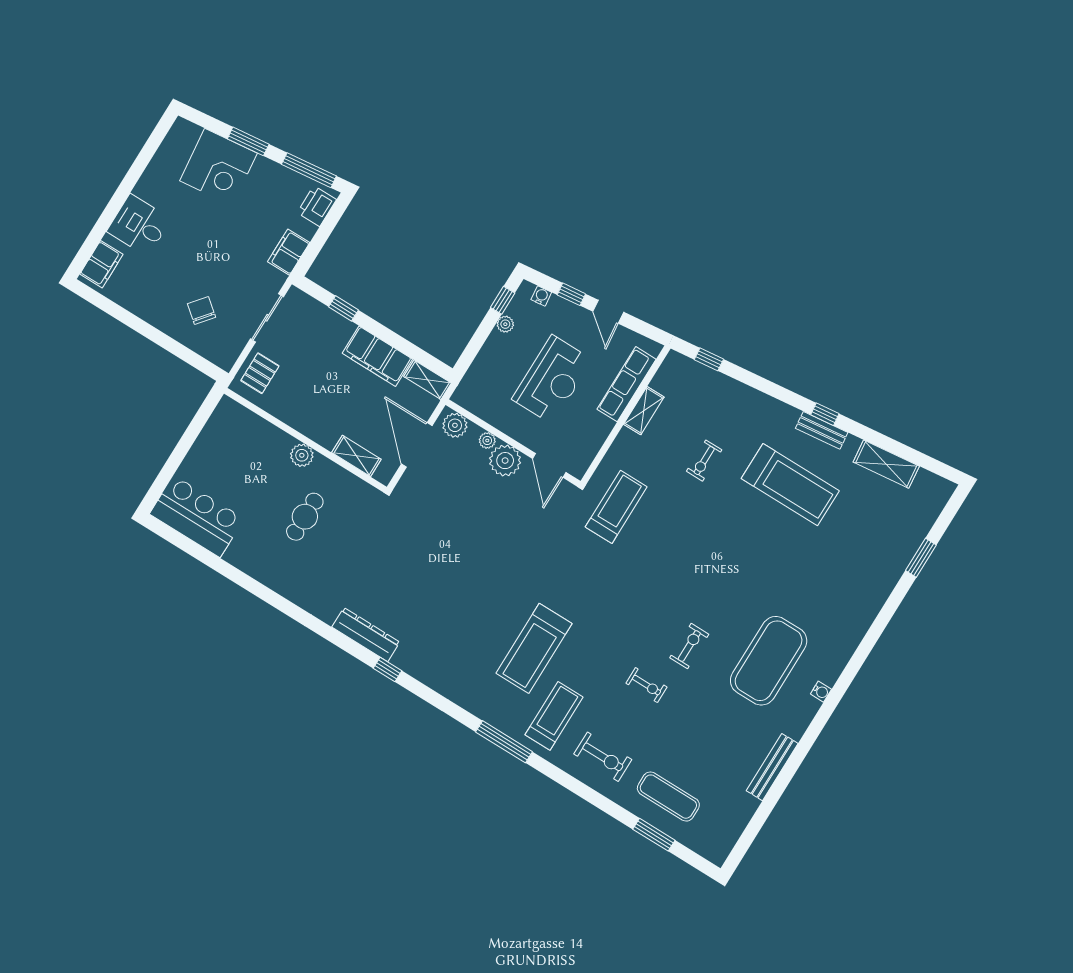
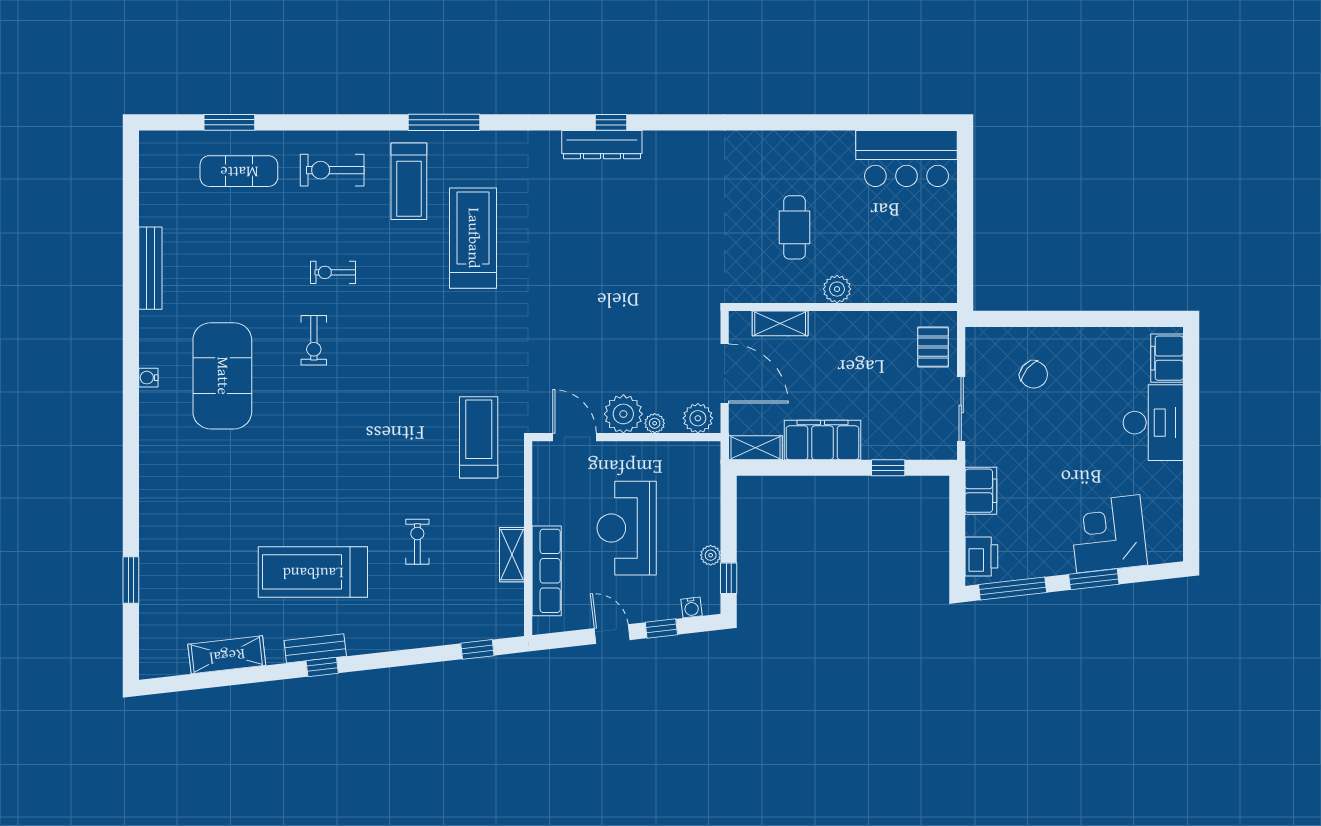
desk: (139, 225) -> (1153, 423), width x1.37
treadmill: (616, 507) -> (479, 437), turned 180
dresser: (366, 635) -> (602, 145), moved

